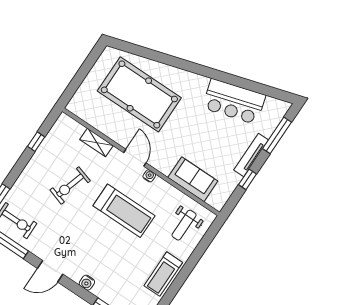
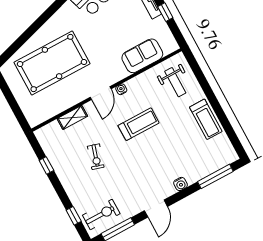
door: (135, 158) -> (101, 93), swing flipped
exercise bike: (70, 185) -> (96, 157), width x0.73, depth x0.72
treadmill: (124, 211) -> (139, 124), width x0.73, depth x0.73

